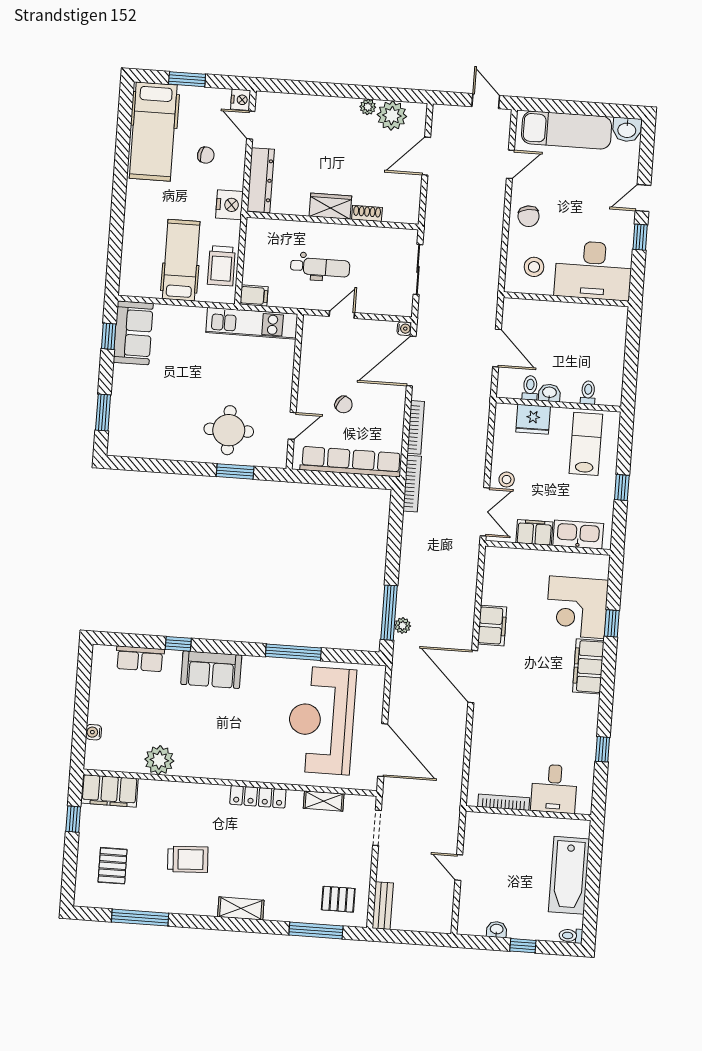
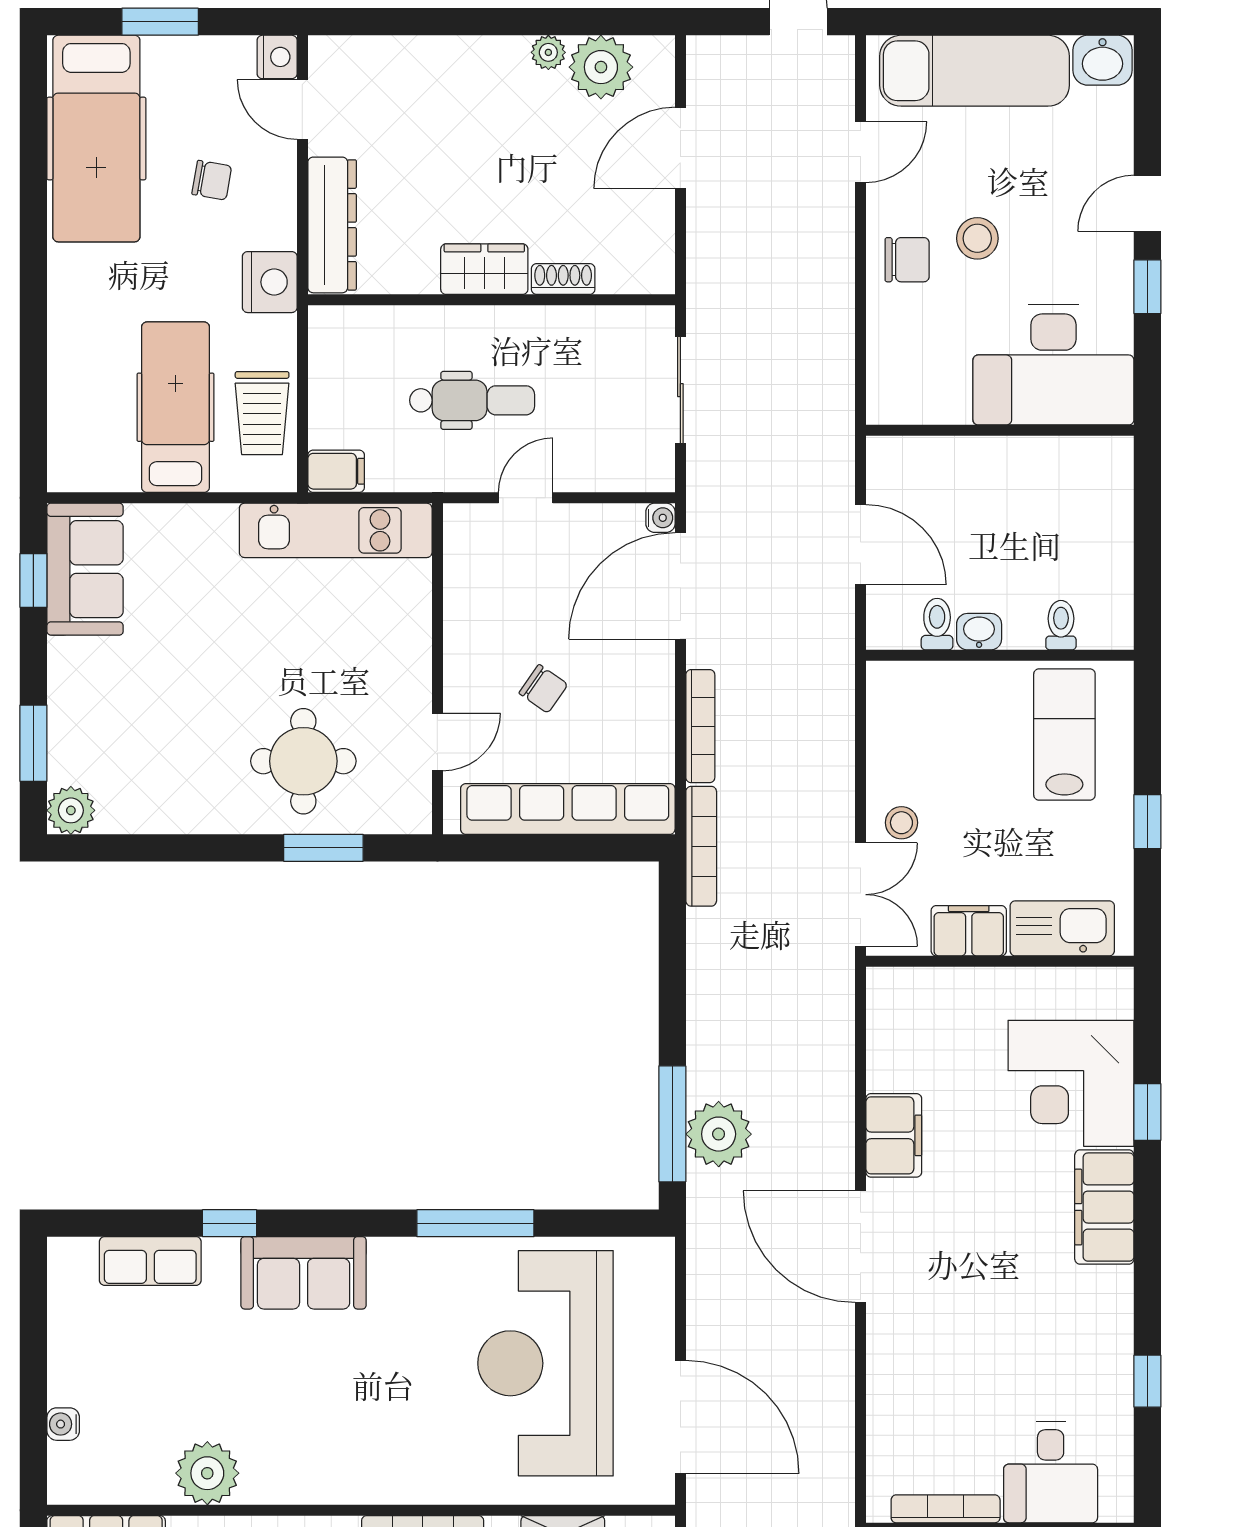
chair: (529, 216) -> (907, 260), turned -81
stool: (534, 267) -> (977, 238), moved
fridge: (533, 419) -> (948, 690), removed
plant: (118, 445) -> (71, 810), added
plant: (403, 626) -> (719, 1134), width x1.88, depth x1.88

